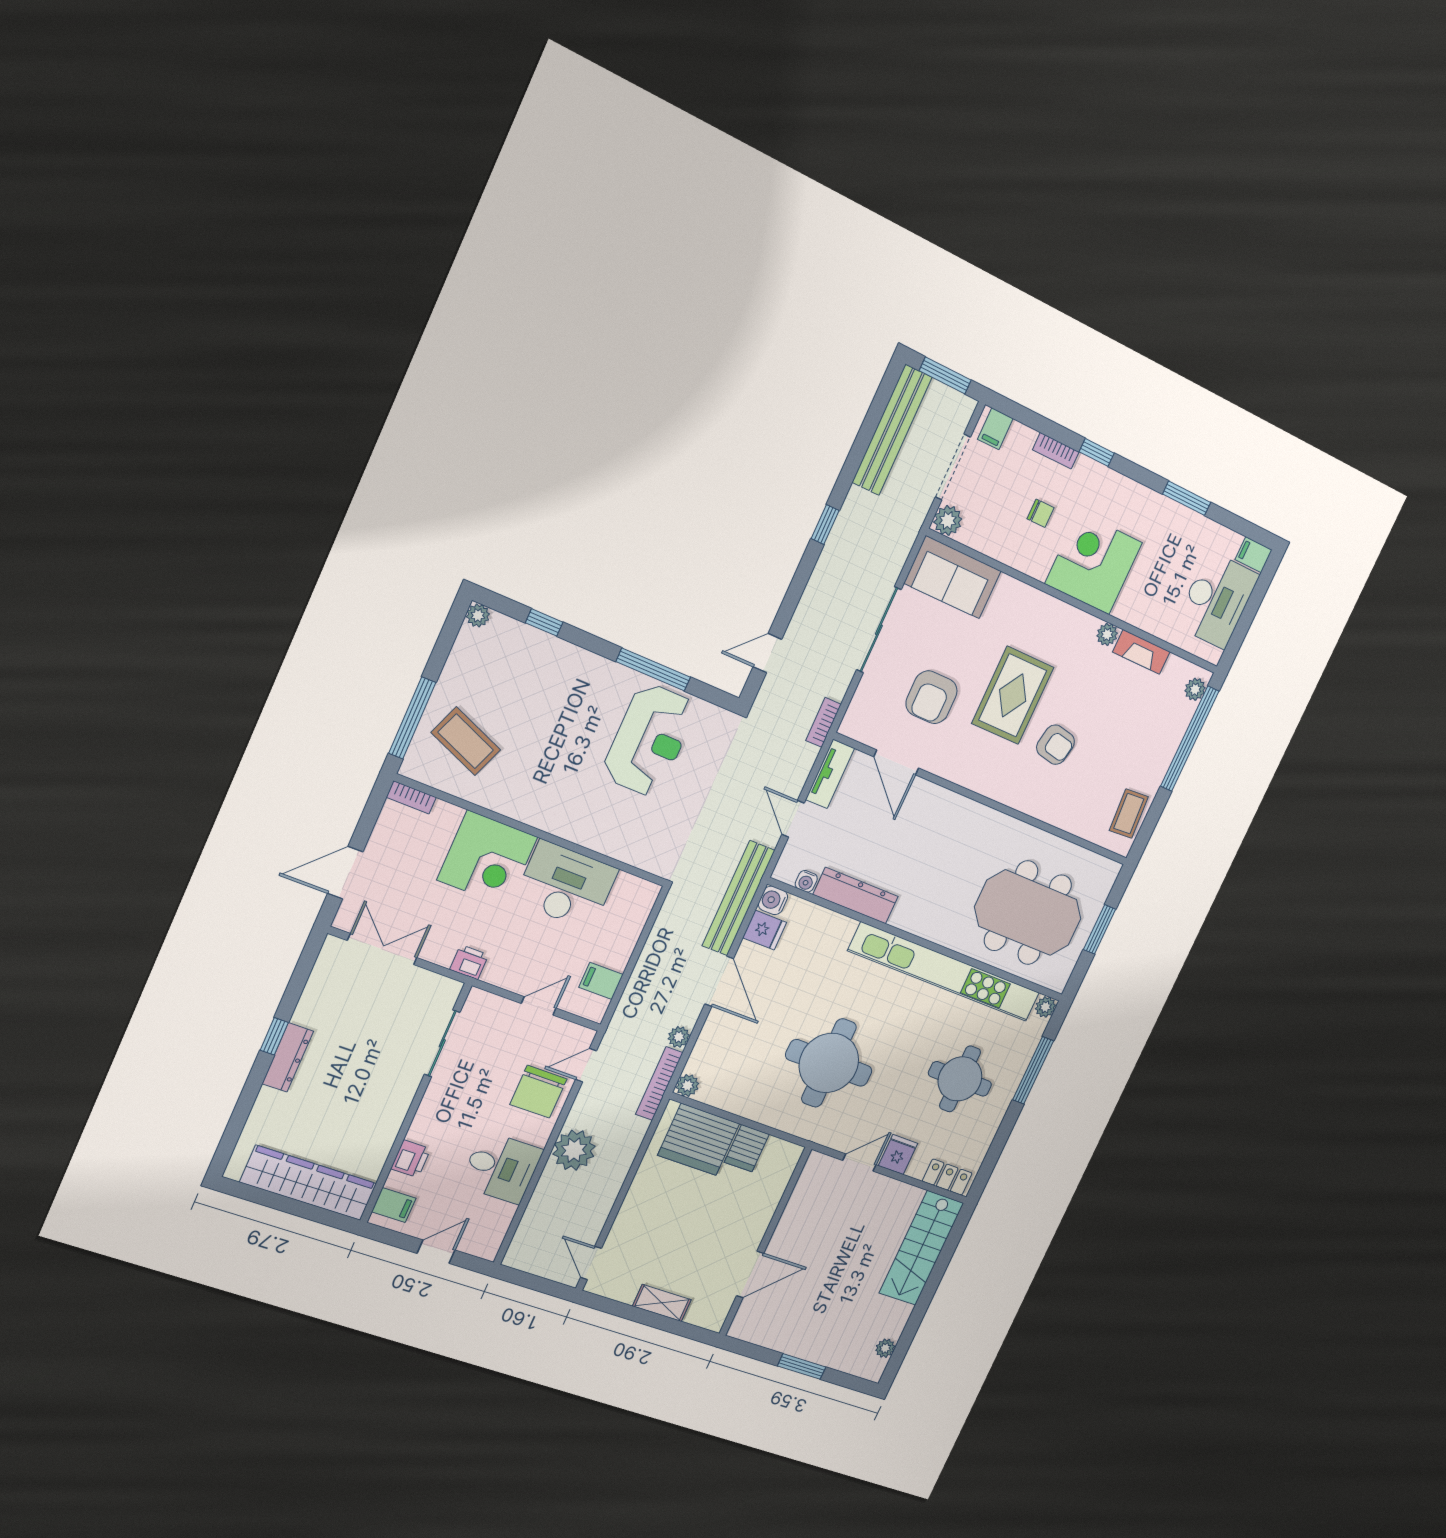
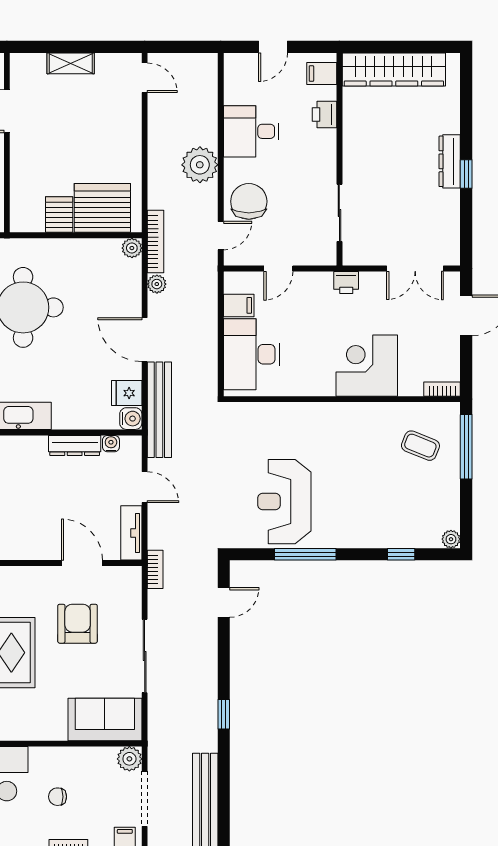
coffee table: (466, 741) -> (420, 446), width x0.73, depth x0.77
desk: (566, 885) -> (251, 354), moved, turned 90
dresser: (856, 896) -> (75, 445), width x0.73, depth x0.80

